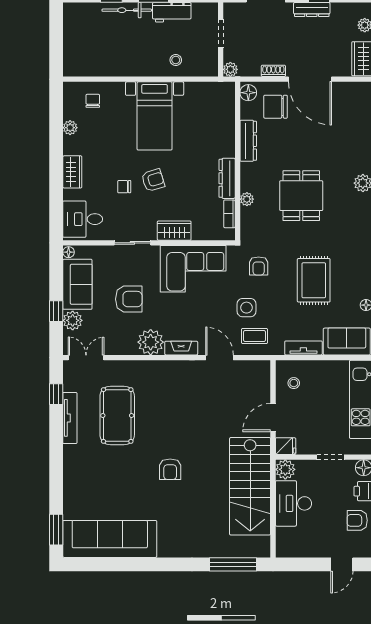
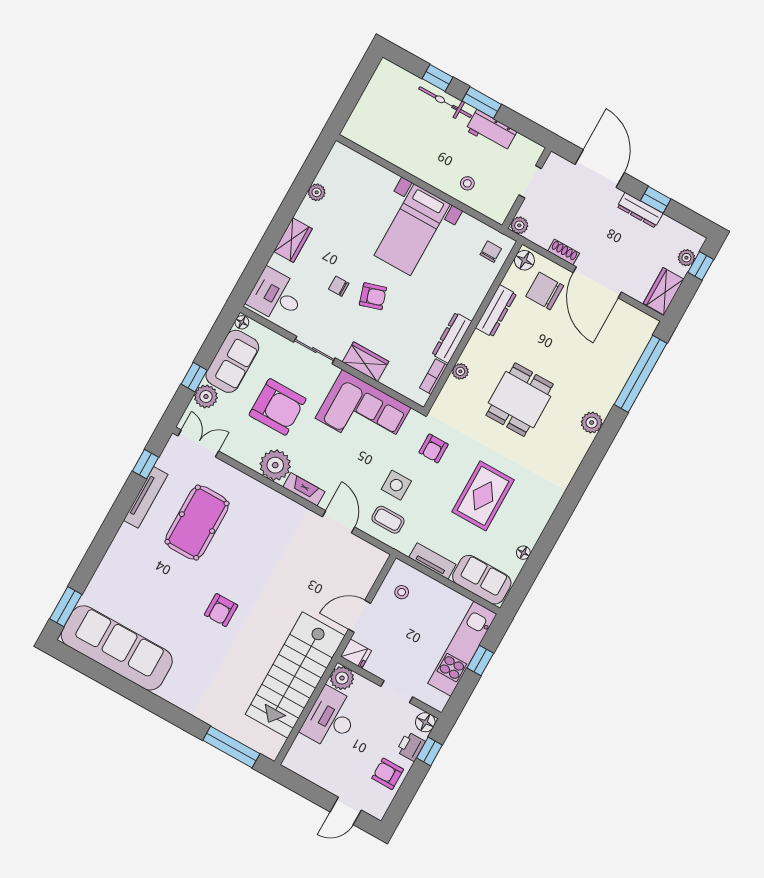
chair: (93, 101) -> (491, 252), moved
armchair: (129, 299) -> (278, 407), width x1.36, depth x1.36

